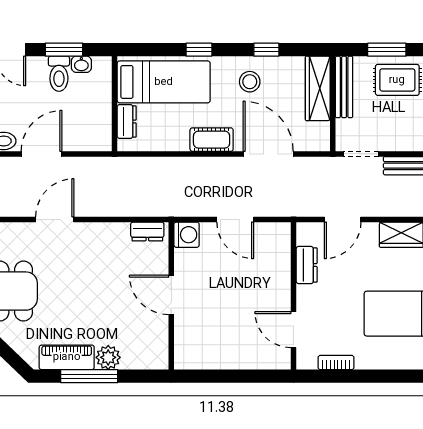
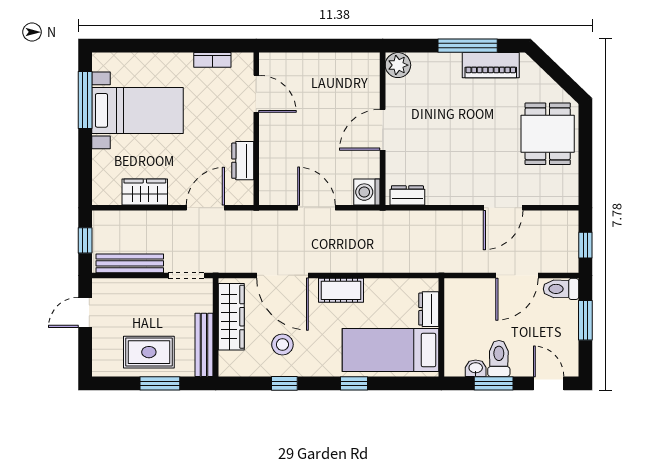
stool: (250, 82) -> (282, 345), moved
wardrobe: (318, 88) -> (231, 317), moved
door: (171, 295) -> (383, 130), swing flipped
plant: (108, 357) -> (398, 65), moved

